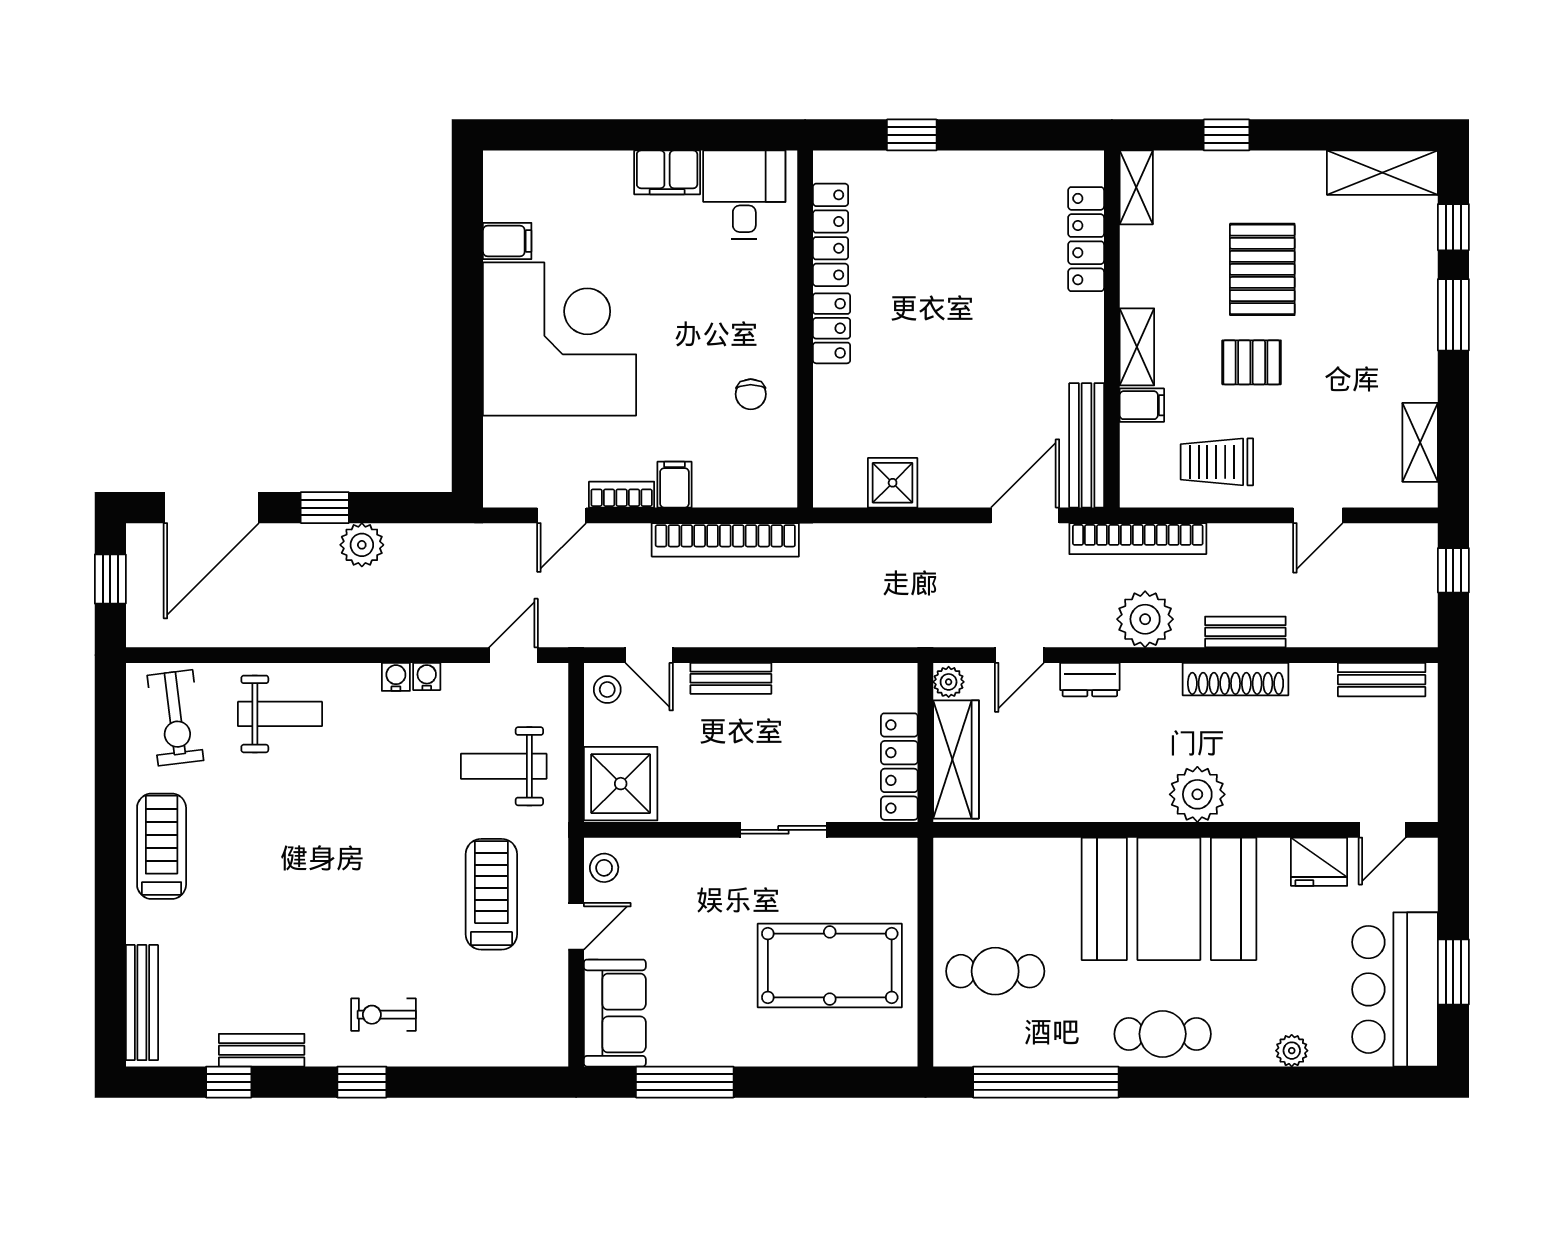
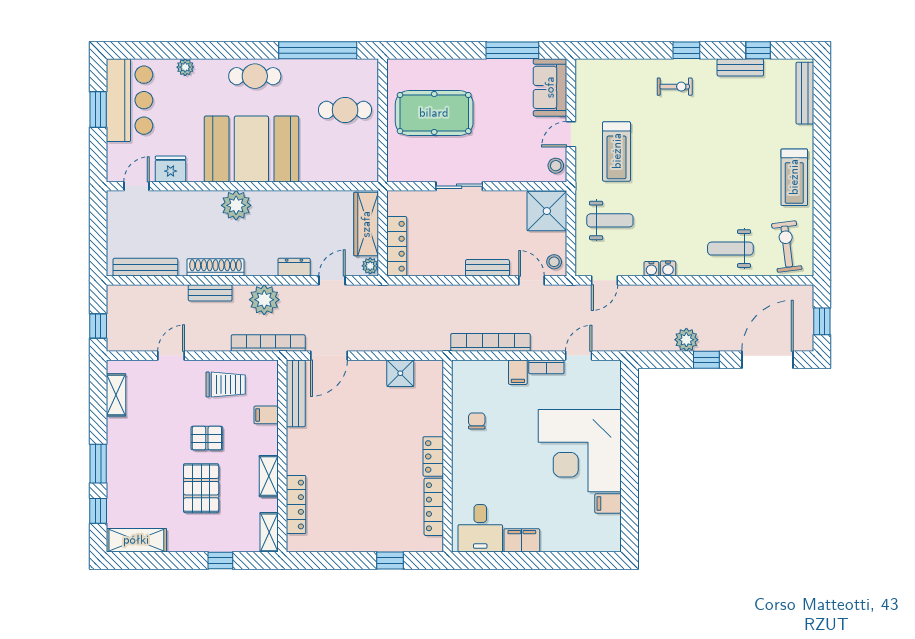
shelving: (1137, 347) -> (269, 476), moved
bench: (1382, 680) -> (145, 267), width x1.36
locker: (899, 767) -> (397, 246), moved

